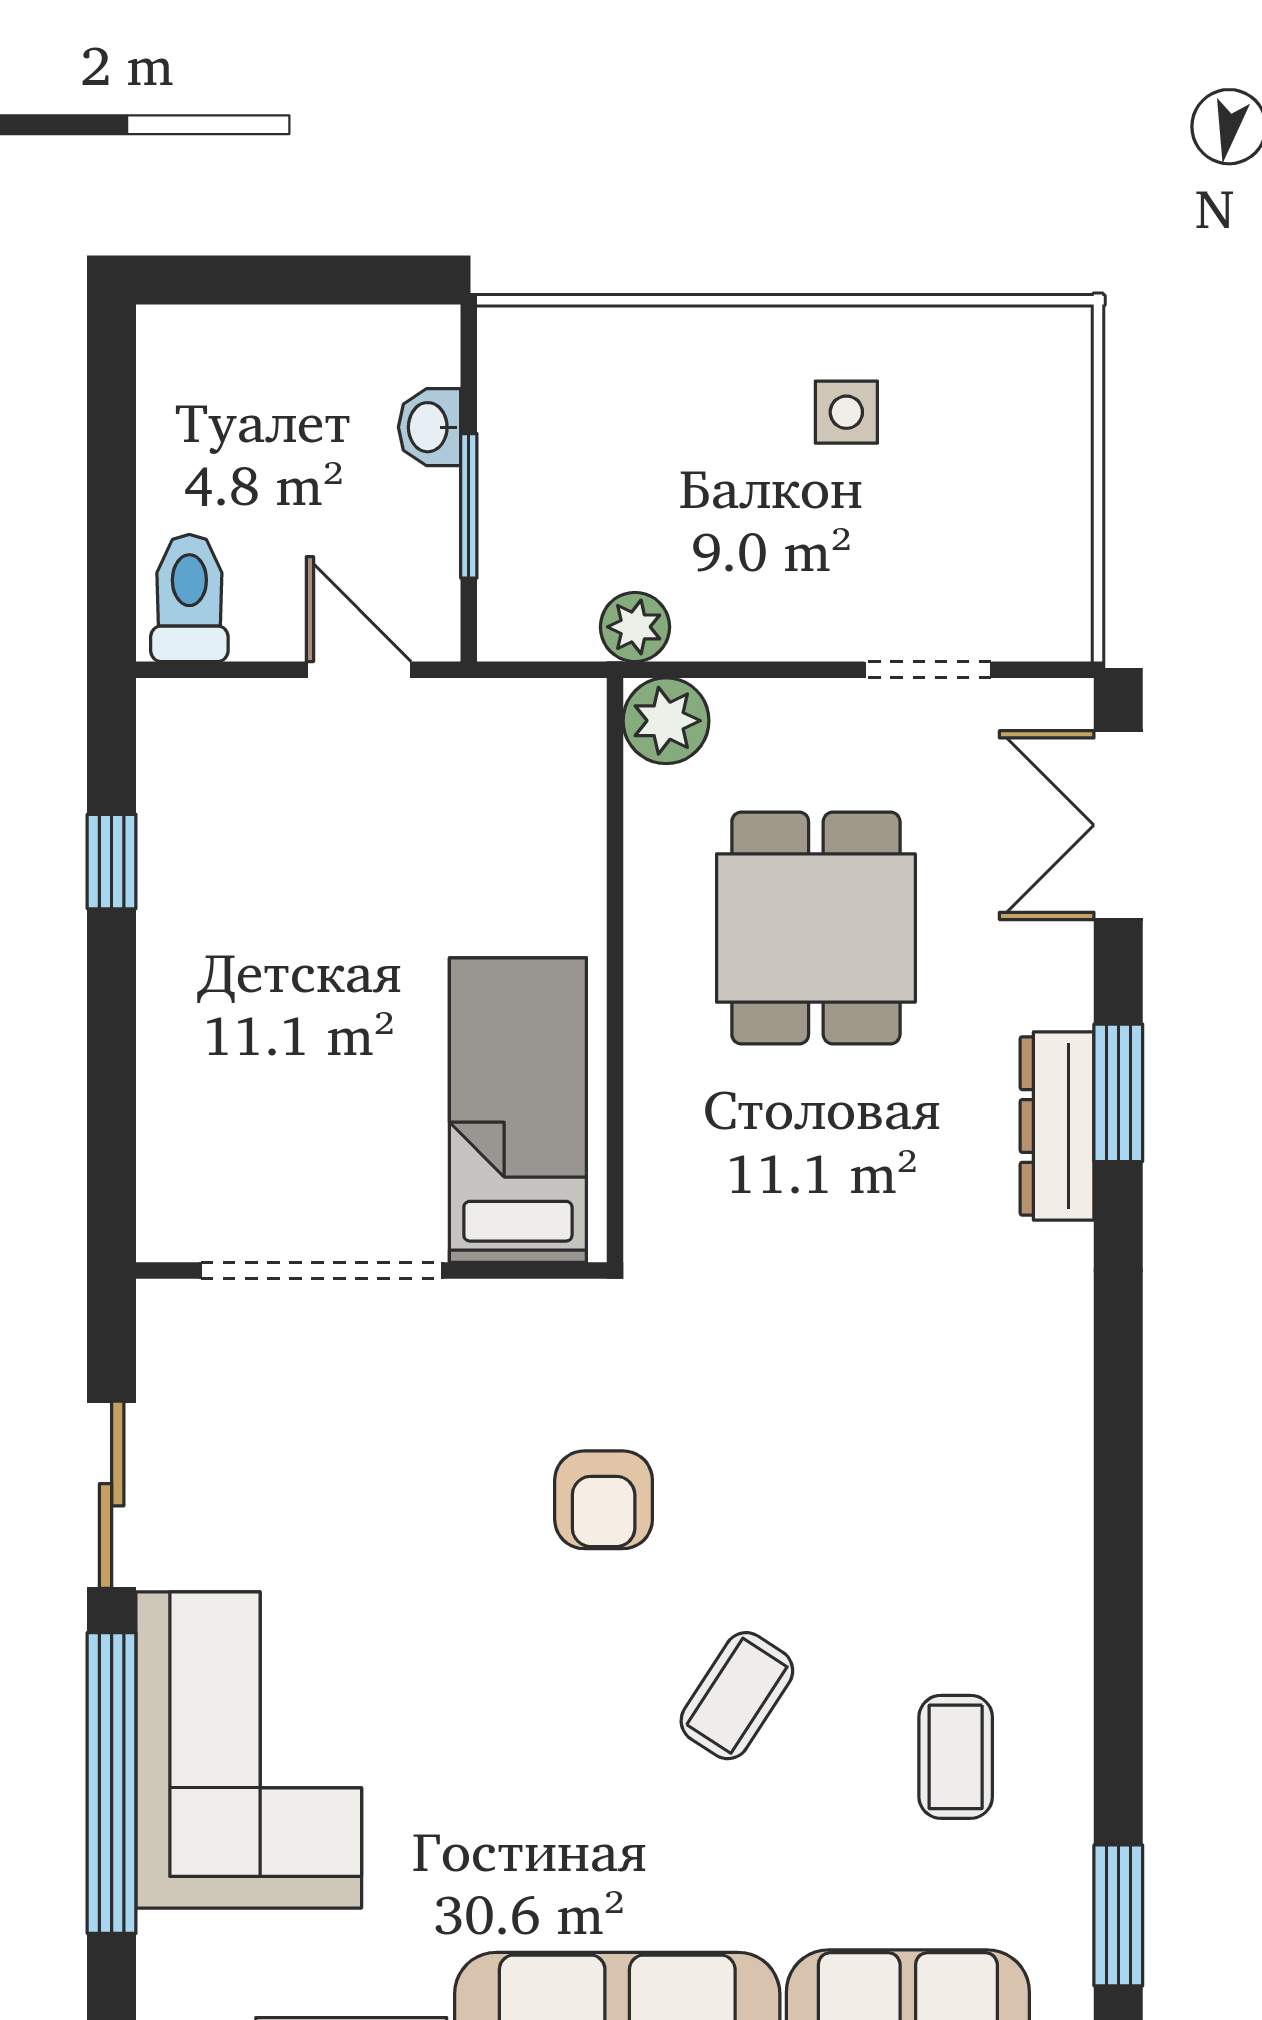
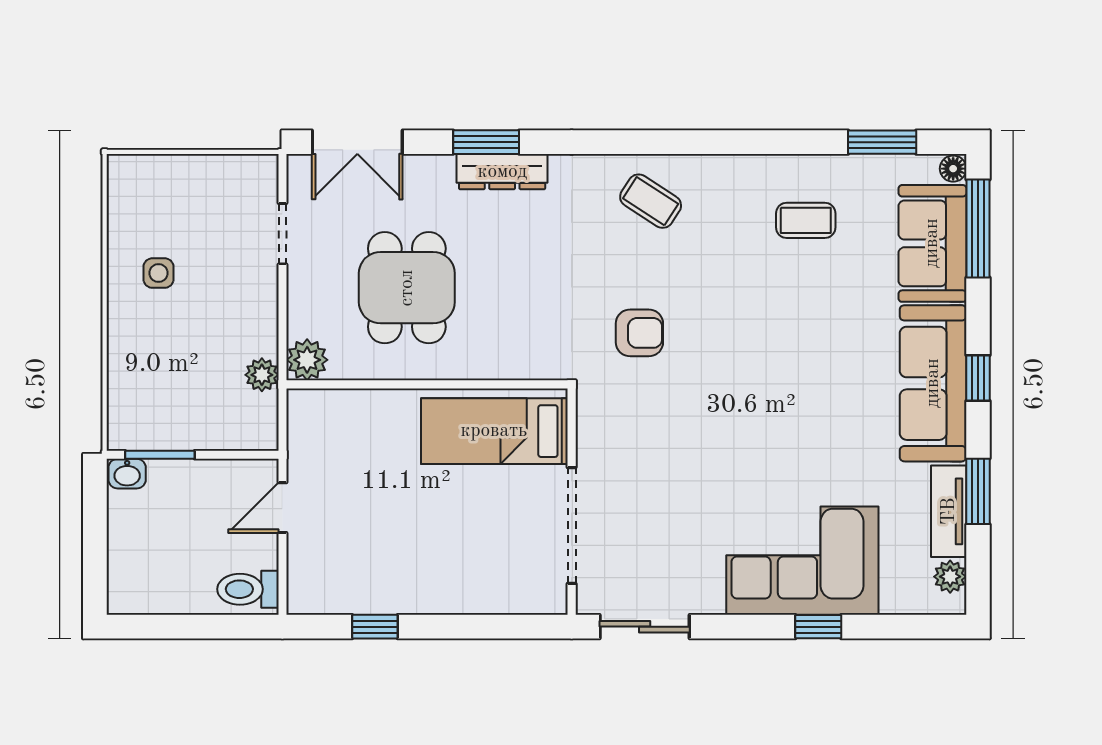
washbasin: (430, 427) -> (127, 474), moved
window: (469, 506) -> (160, 455), moved
dining table: (816, 928) -> (407, 288), turned 90
sliding door: (112, 1495) -> (645, 627), moved
armchair: (604, 1500) -> (639, 333), moved
coffee table: (737, 1696) -> (651, 201), moved
window: (112, 1783) -> (818, 627), width x0.32

